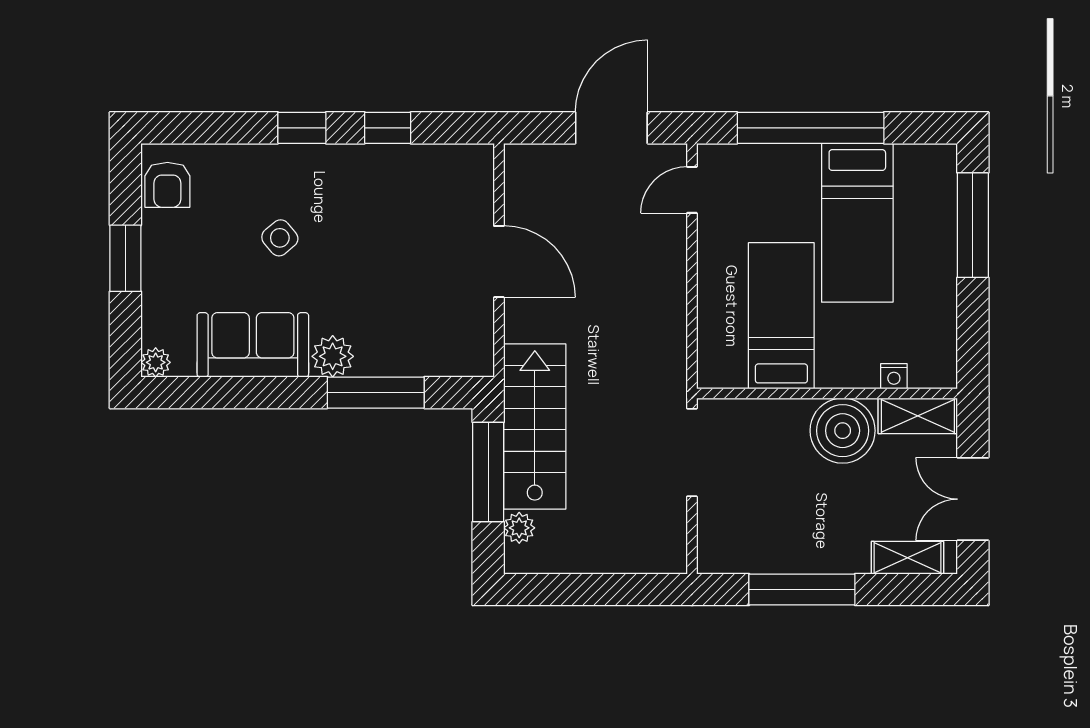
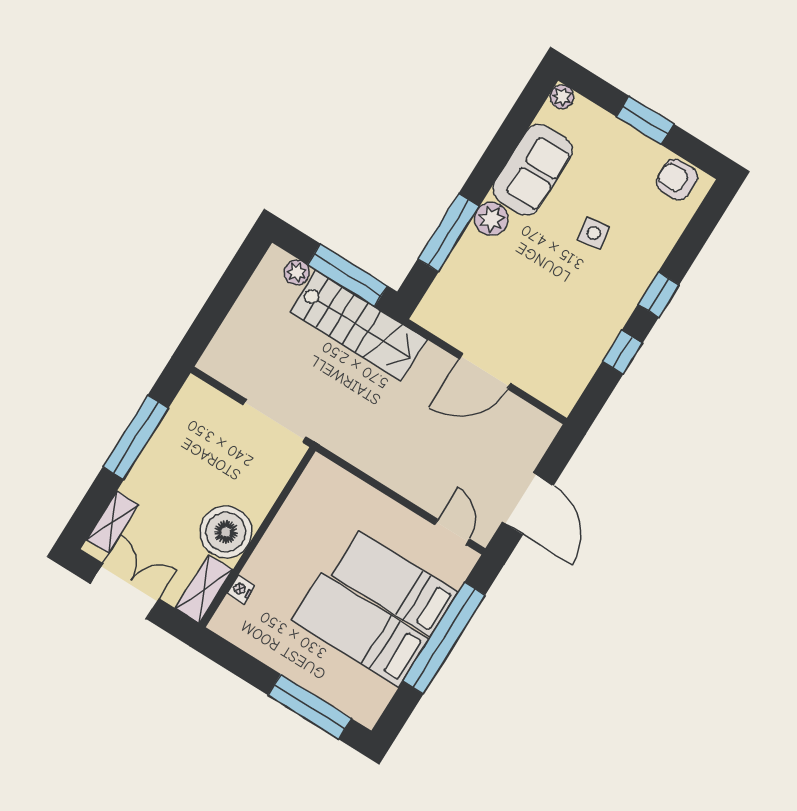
side table: (280, 238) -> (594, 233), turned 31
bed: (781, 316) -> (395, 584), moved, turned 180

